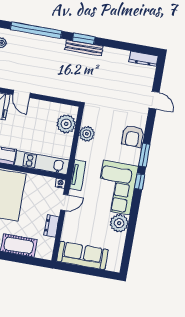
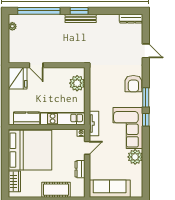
plant: (87, 134) -> (96, 88), removed

